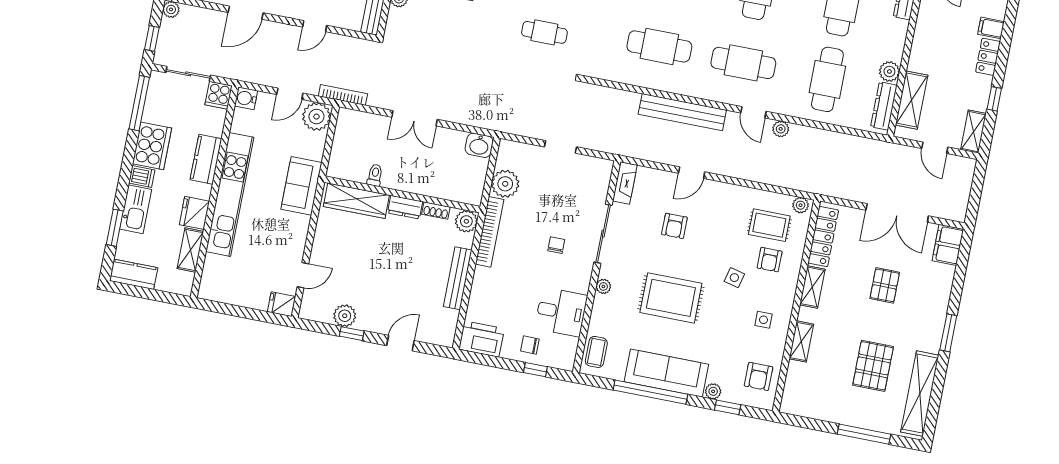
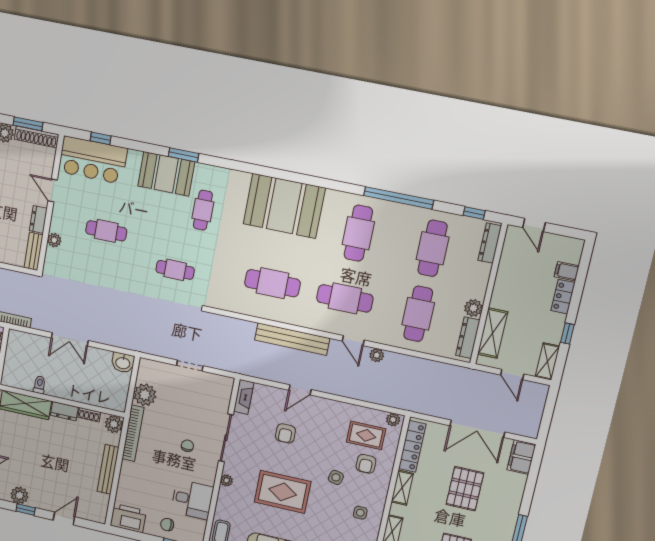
pallet: (885, 285) -> (465, 489), width x1.50, depth x1.42

